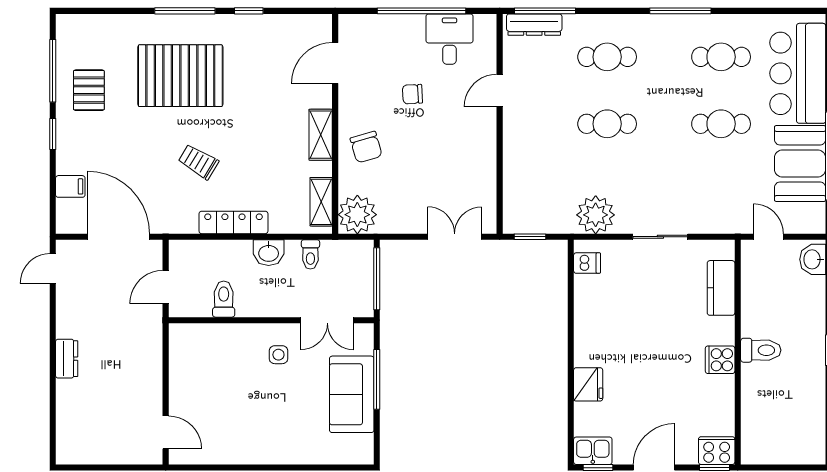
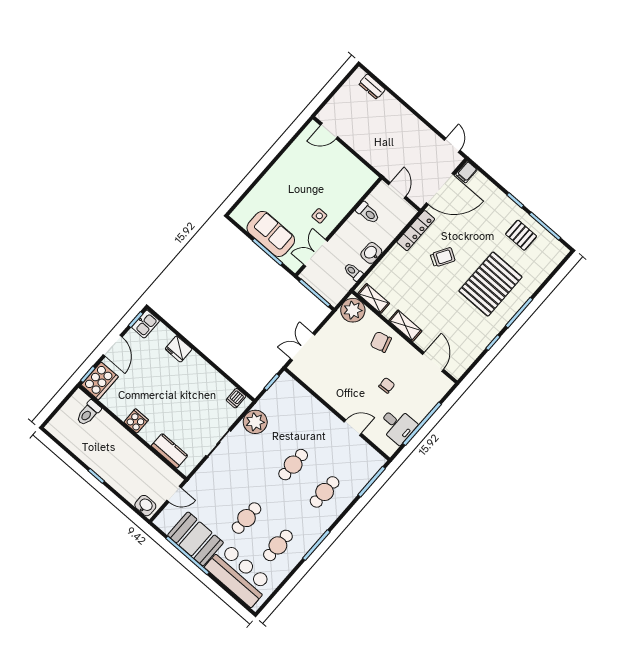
dresser: (534, 25) -> (370, 471), removed
door: (500, 91) -> (353, 428), hinge flipped
filing cabinet: (70, 186) -> (466, 172), moved
locker: (233, 222) -> (416, 231), moved
double door: (455, 237) -> (303, 347), swing flipped
toilet: (761, 350) -> (88, 413), moved
dresser: (67, 359) -> (372, 87), moved
cooker: (717, 451) -> (100, 381), width x1.37, depth x1.31

